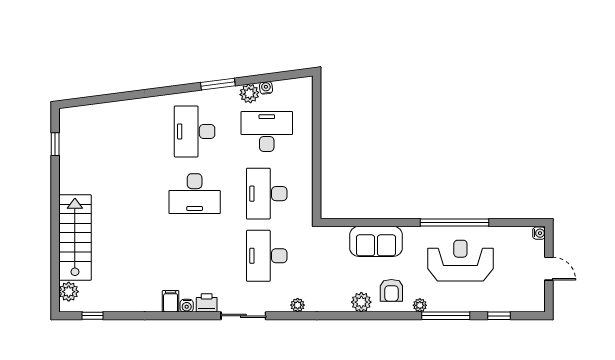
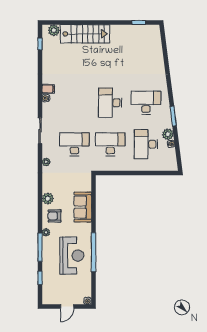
desk: (267, 131) -> (146, 144), turned 180
printer: (207, 303) -> (47, 110), removed

